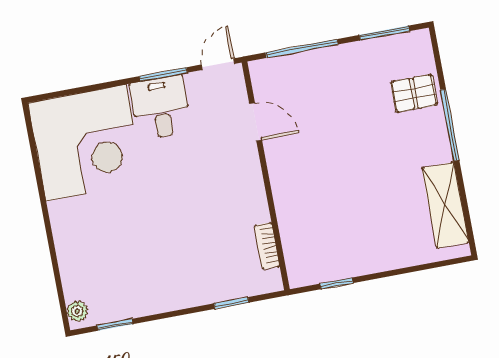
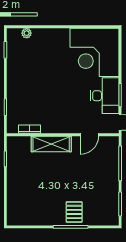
pallet: (414, 93) -> (74, 212), moved
desk: (160, 108) -> (105, 96), width x1.37
shelving: (445, 205) -> (51, 144), moved
plant: (77, 311) -> (27, 33), moved

